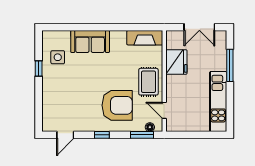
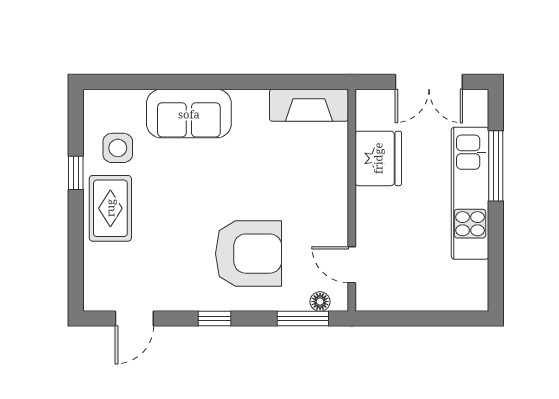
rug: (148, 82) -> (110, 208), moved
kitchen unit: (218, 102) -> (470, 193), moved

